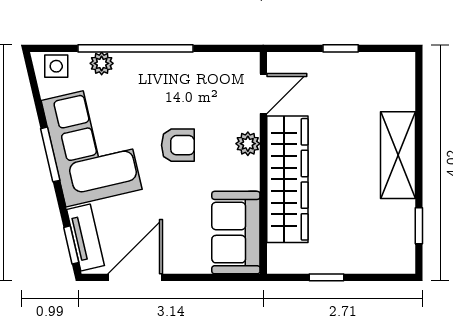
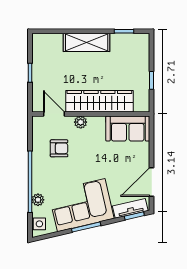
armchair: (178, 145) -> (59, 148), moved, turned 90
door: (135, 277) -> (152, 182), hinge flipped

